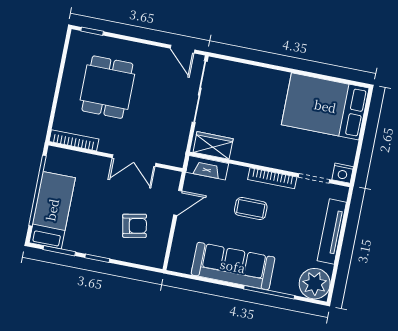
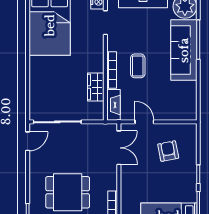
wardrobe: (213, 145) -> (96, 87), moved
double door: (134, 160) -> (119, 148), moved
bookcase: (272, 178) -> (112, 70), moved
sofa: (233, 266) -> (184, 50), moved

